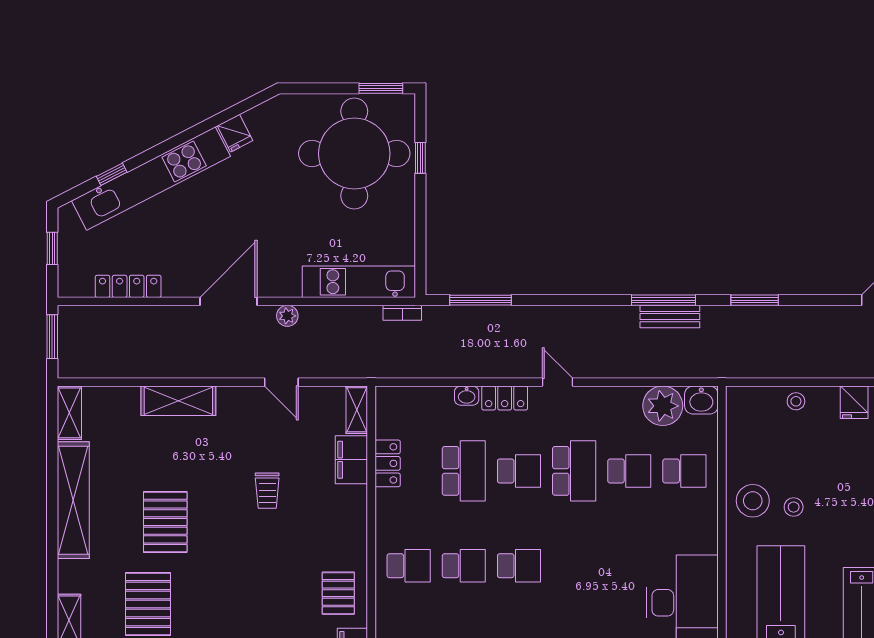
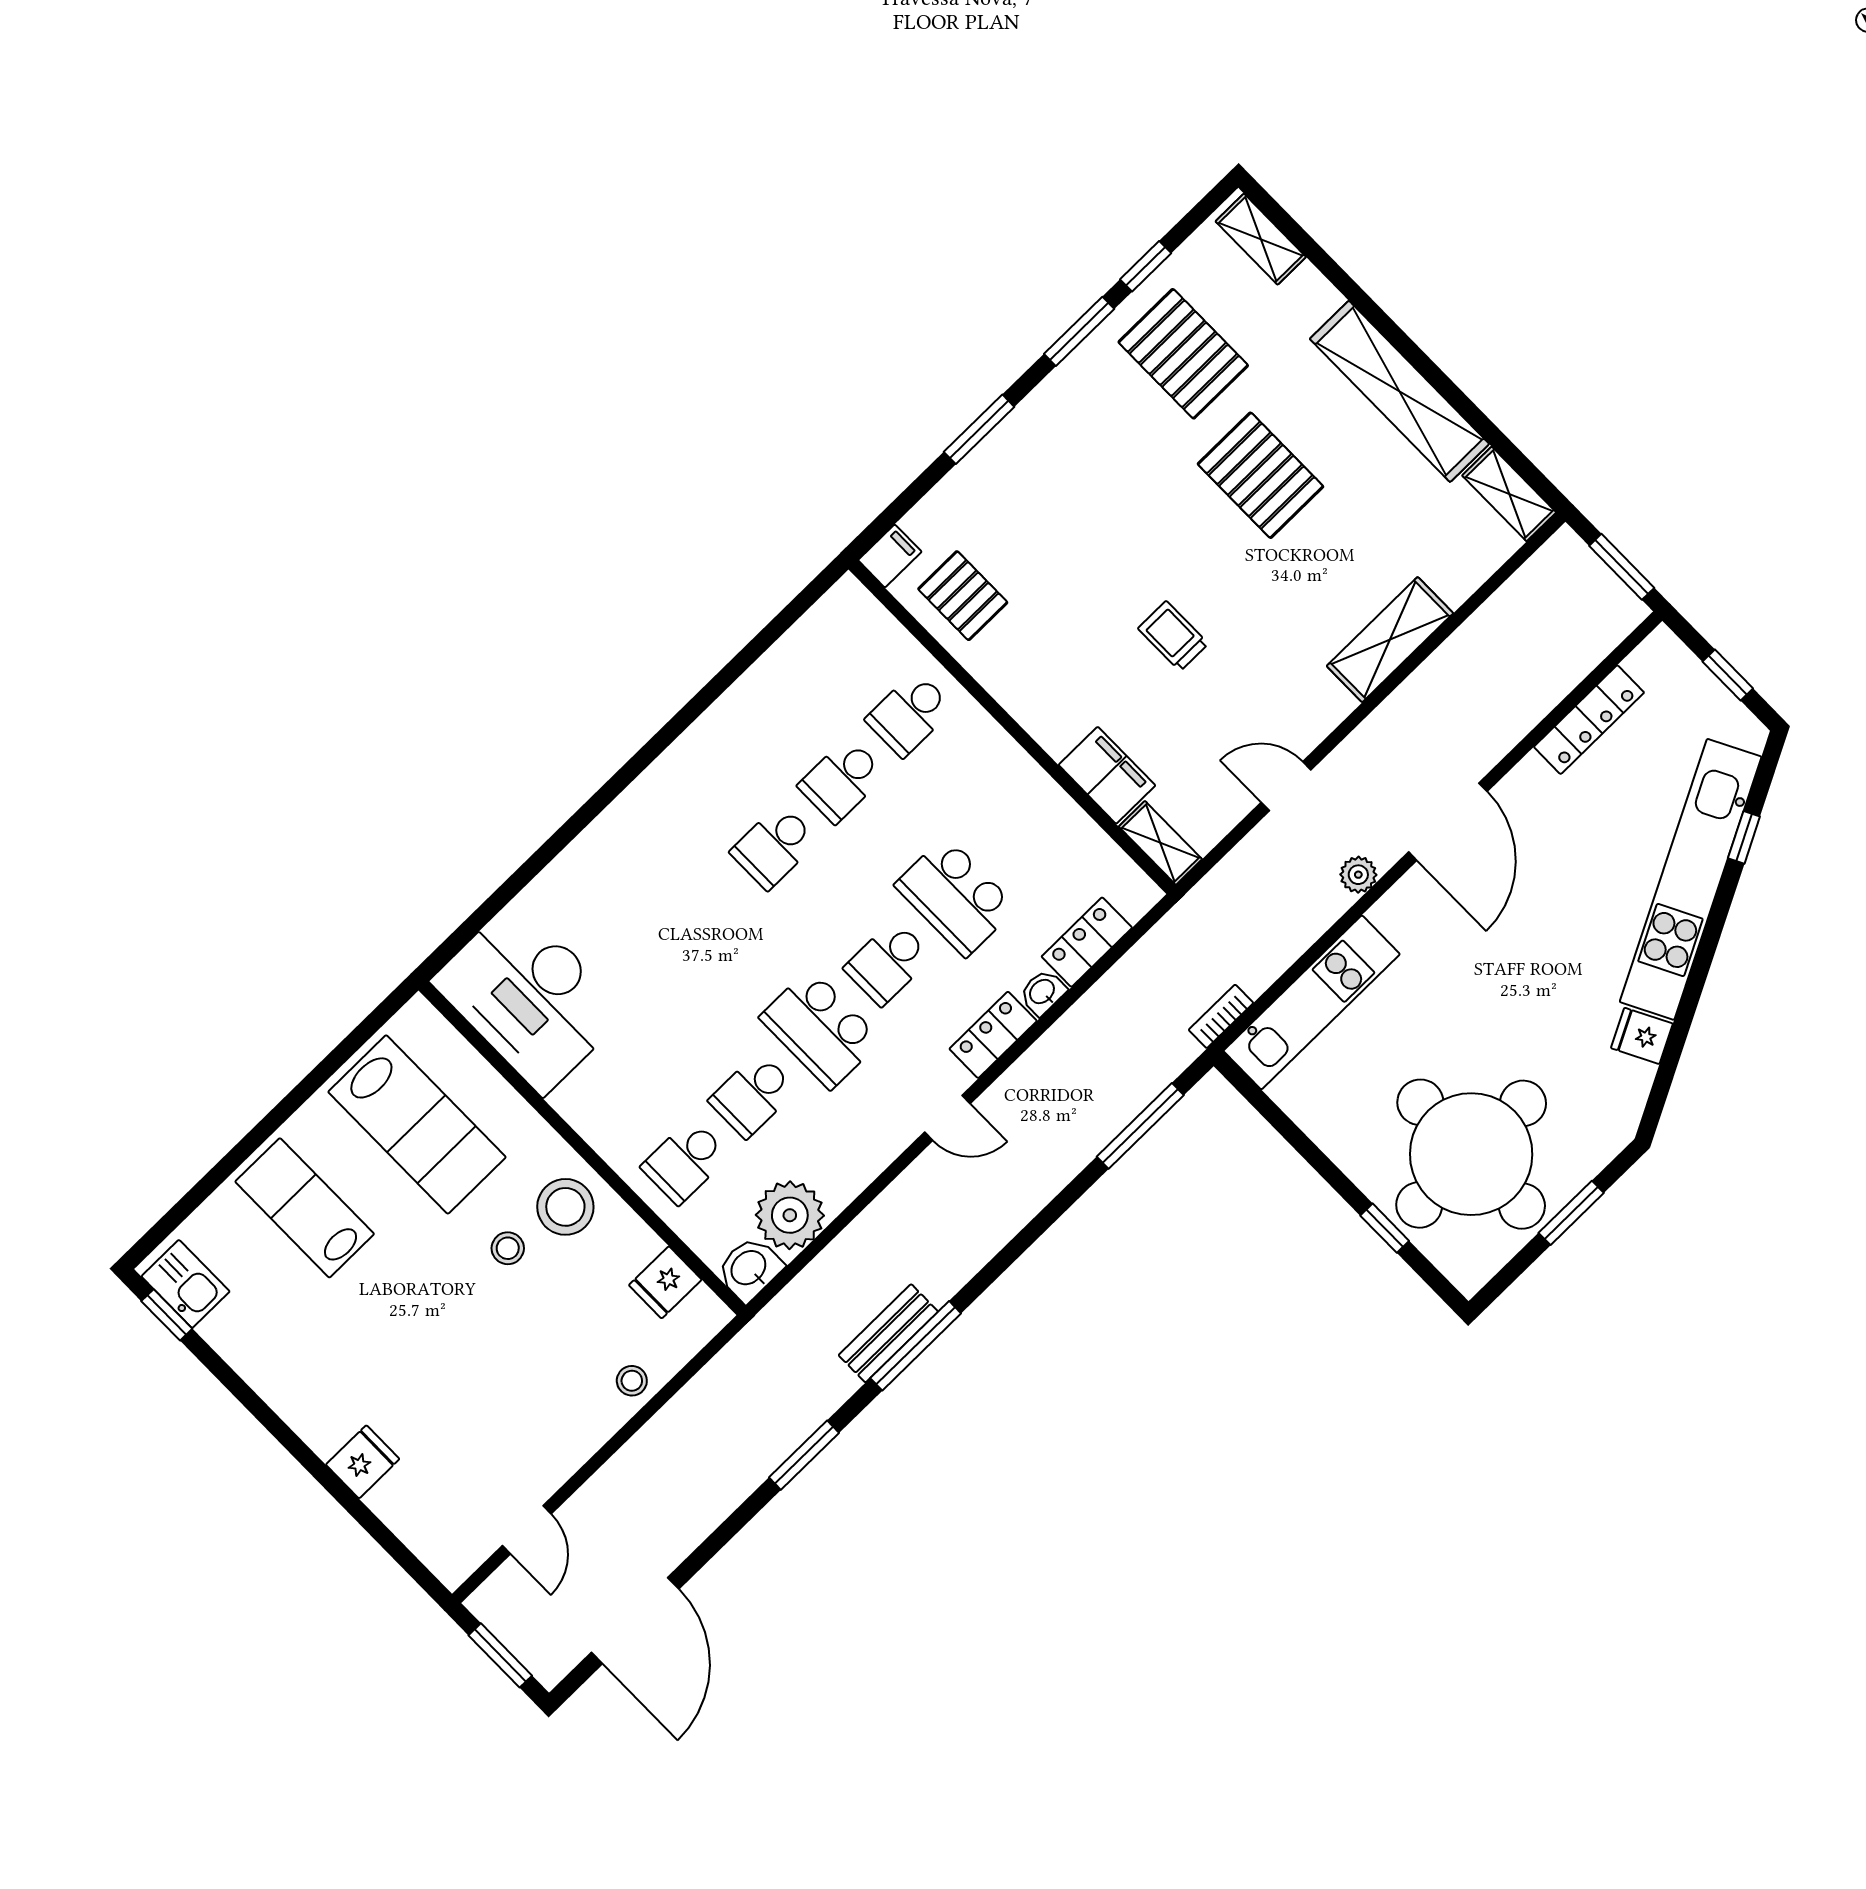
window: (381, 88) -> (1571, 1213), moved
fridge: (854, 402) -> (665, 1282), moved, turned -90
locker: (388, 463) -> (1087, 942), moved, turned 90

